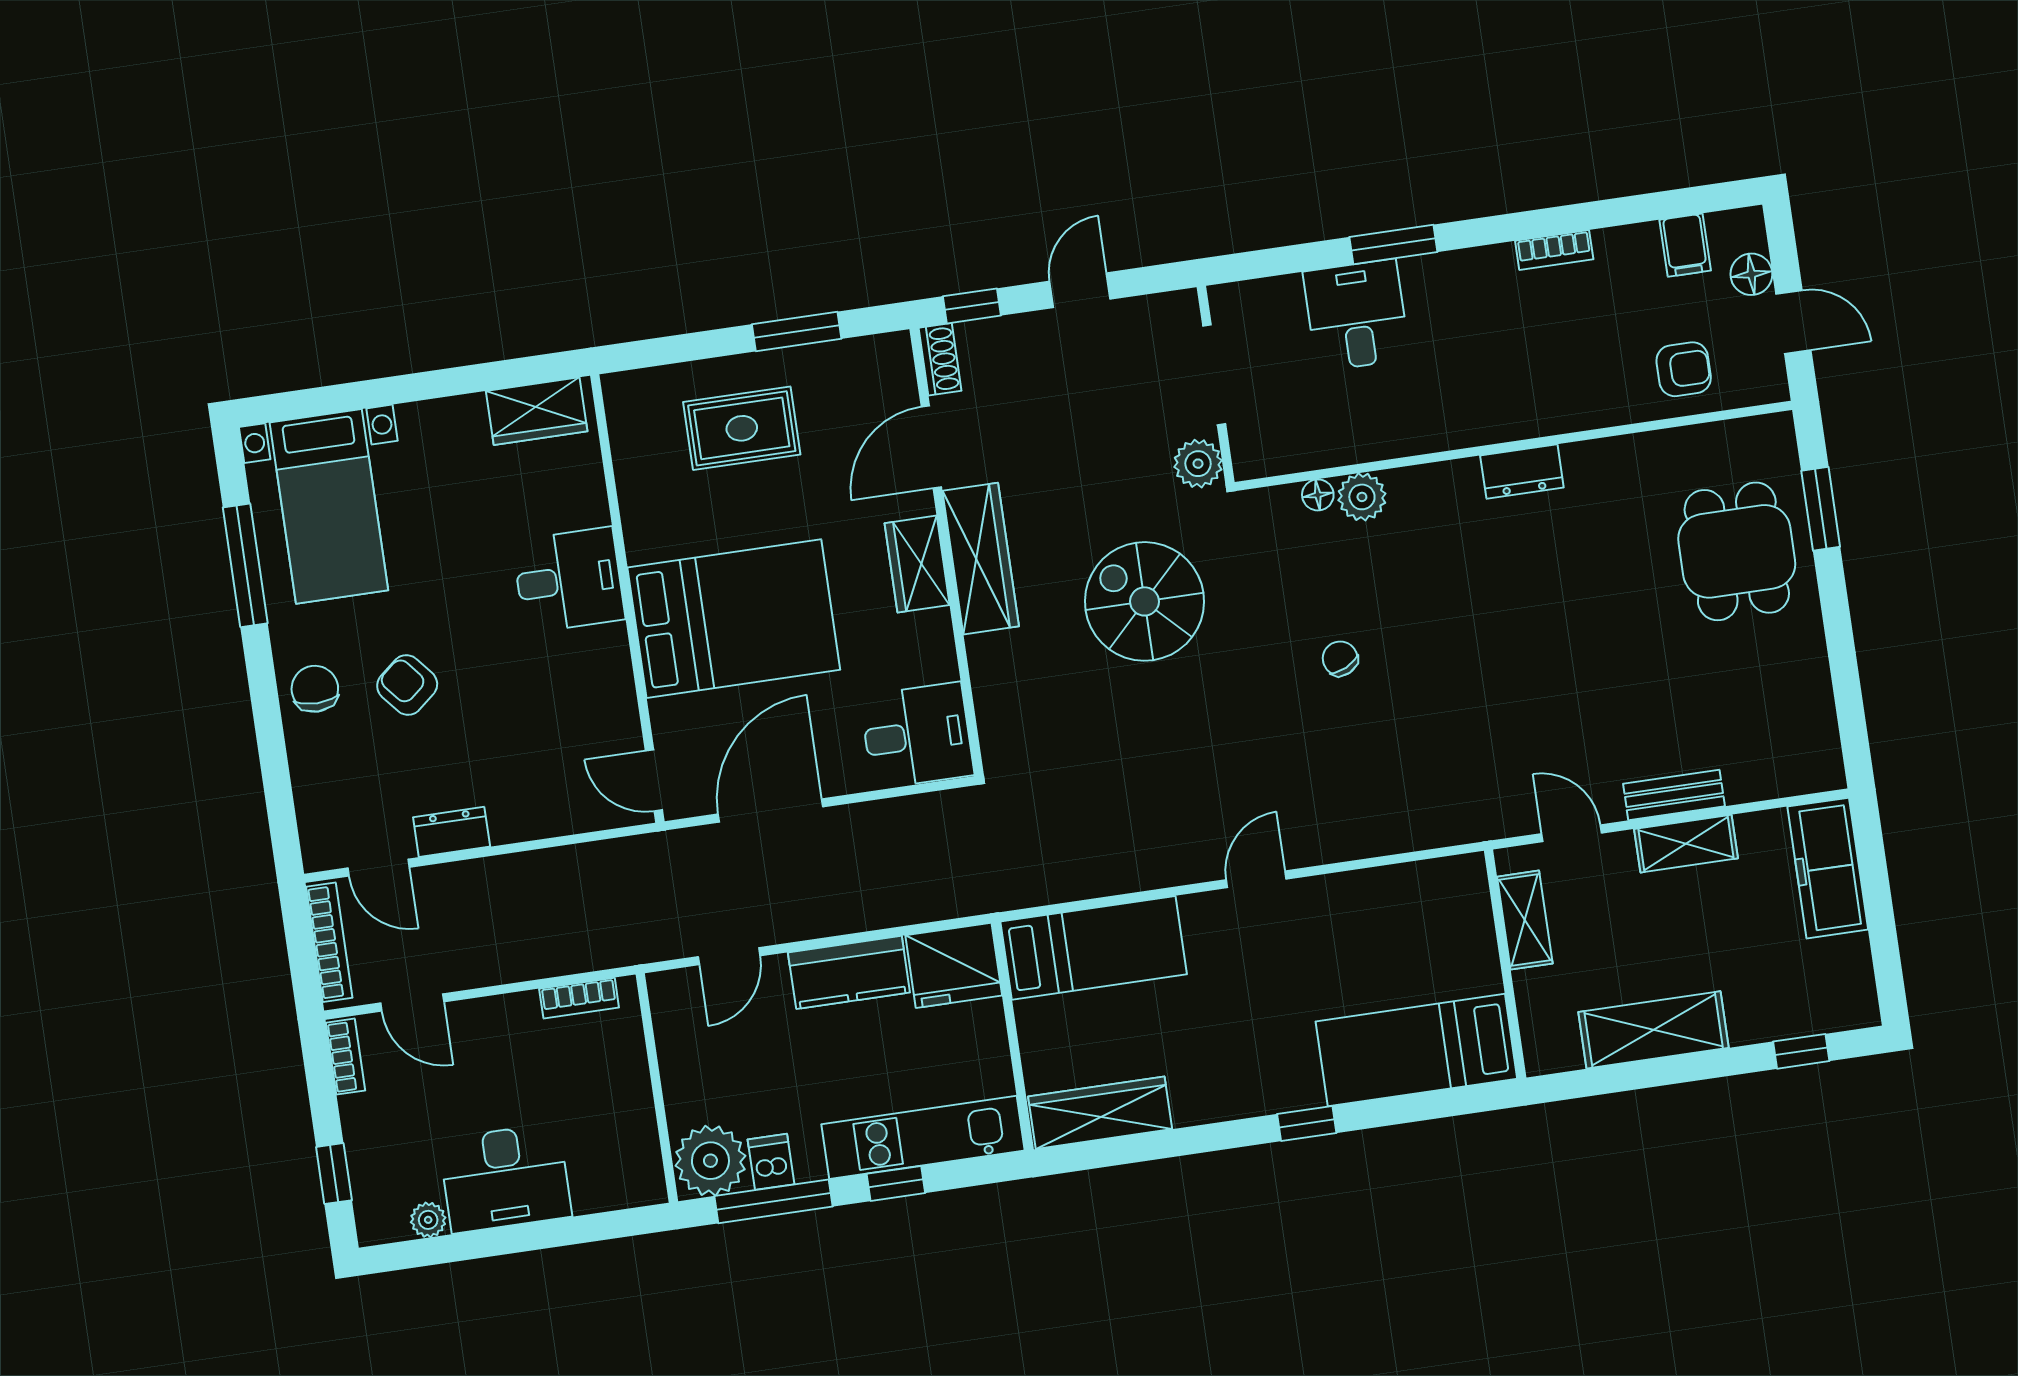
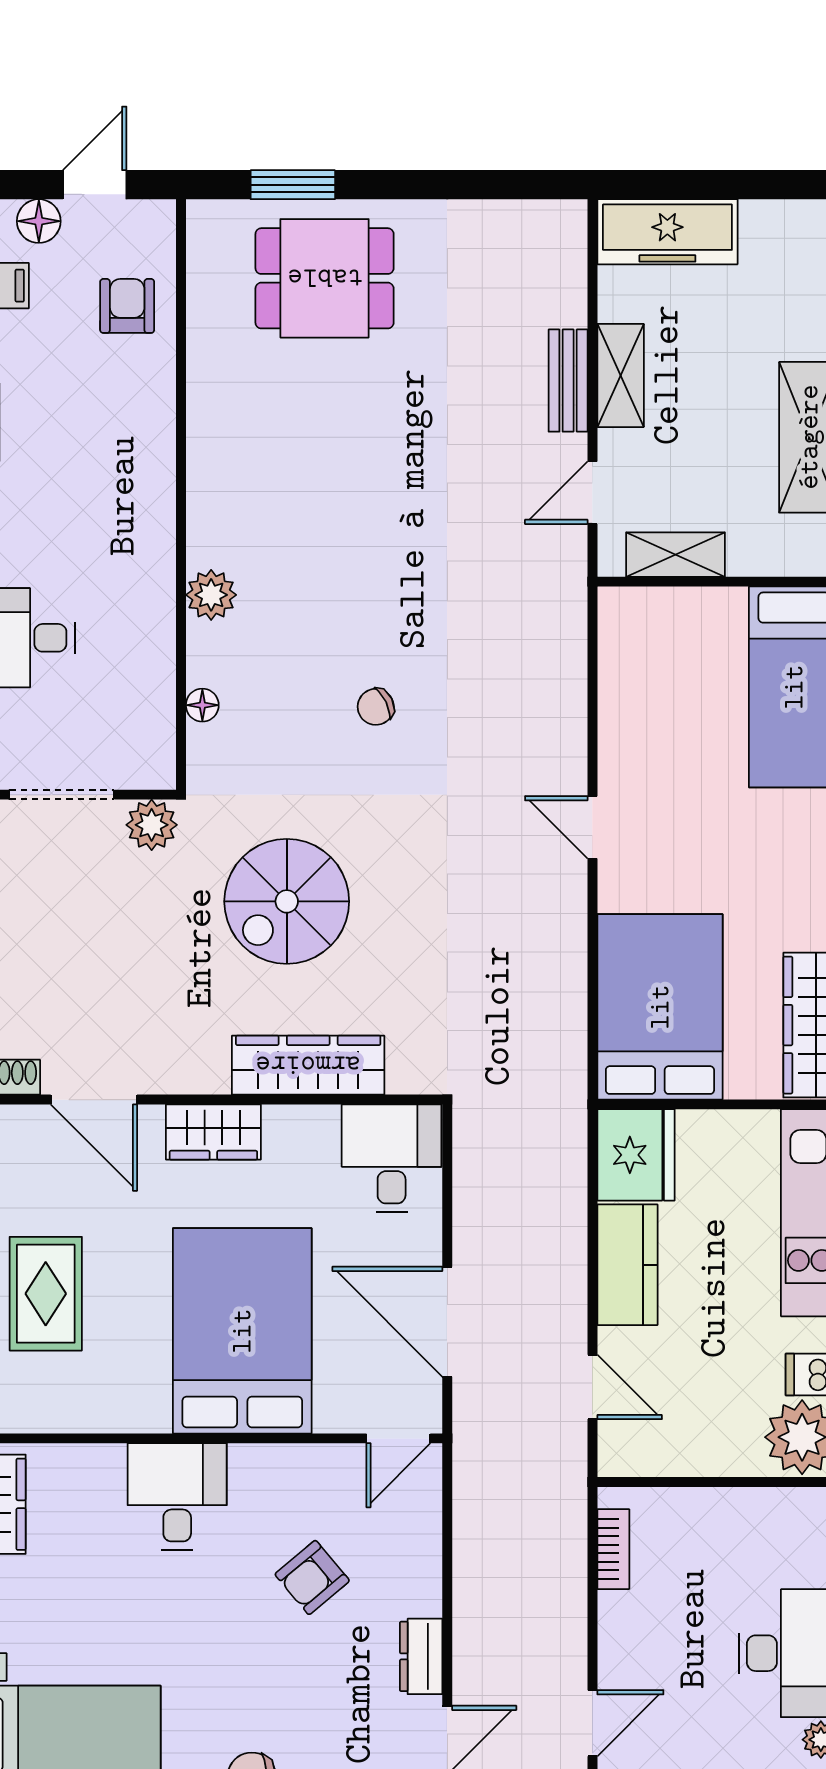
dresser: (1522, 471) -> (209, 489), removed
plant: (1362, 497) -> (211, 595), moved
wardrobe: (981, 559) -> (308, 1065), moved
armchair: (407, 685) -> (312, 1577), moved
bed: (1094, 948) -> (660, 1007), width x1.50

